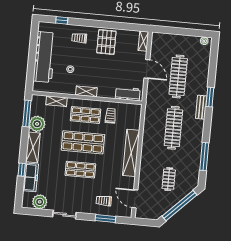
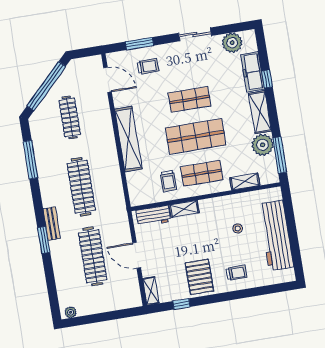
window: (62, 20) -> (182, 304), moved
shelving: (86, 91) -> (184, 209), moved
clothes rail: (169, 179) -> (70, 117), width x1.36

